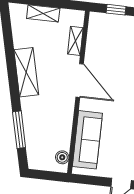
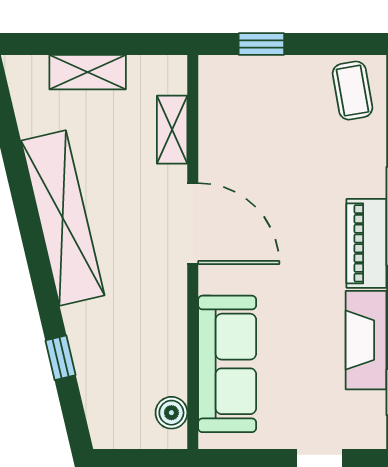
shelving: (26, 72) -> (63, 218), width x1.47
window: (19, 130) -> (60, 358), width x0.46

